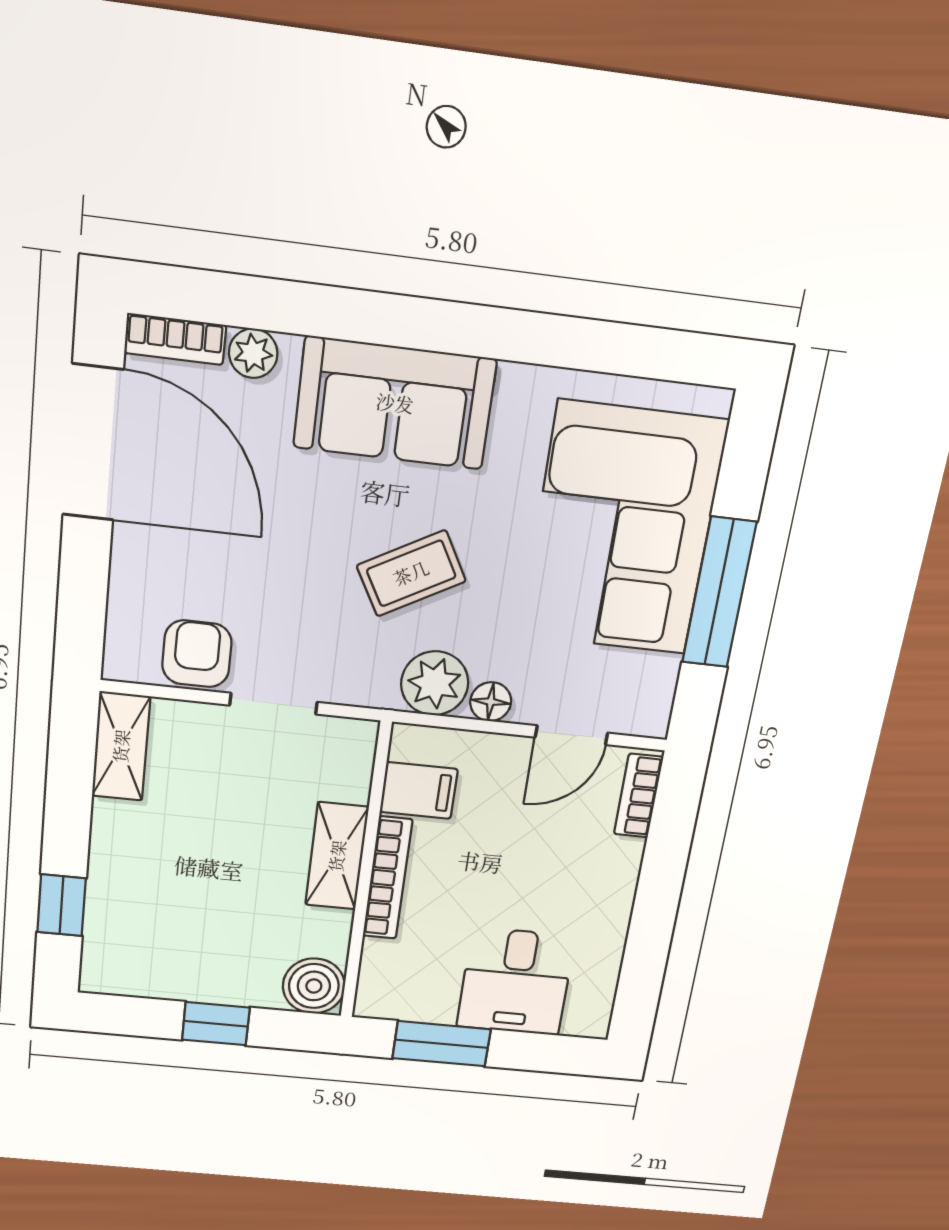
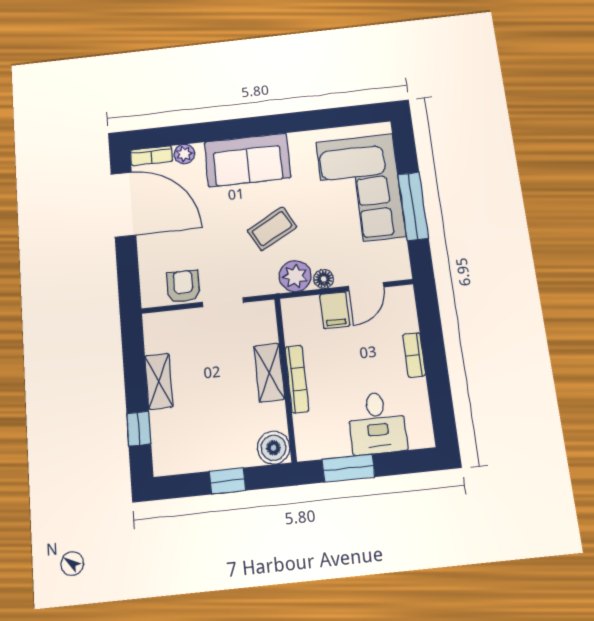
shelving: (121, 746) -> (159, 381), moved
filing cabinet: (419, 790) -> (335, 310), moved, turned 90
bookcase: (638, 796) -> (414, 355), moved

